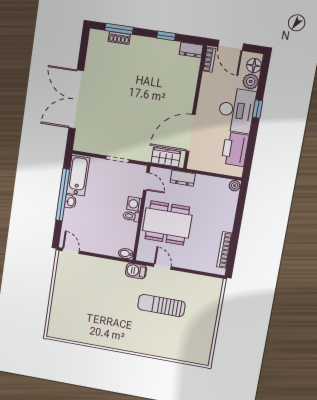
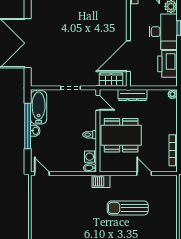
dresser: (183, 178) -> (132, 95), width x1.44
washing machine: (134, 204) -> (91, 157), moved
door: (162, 267) -> (144, 174), moved

